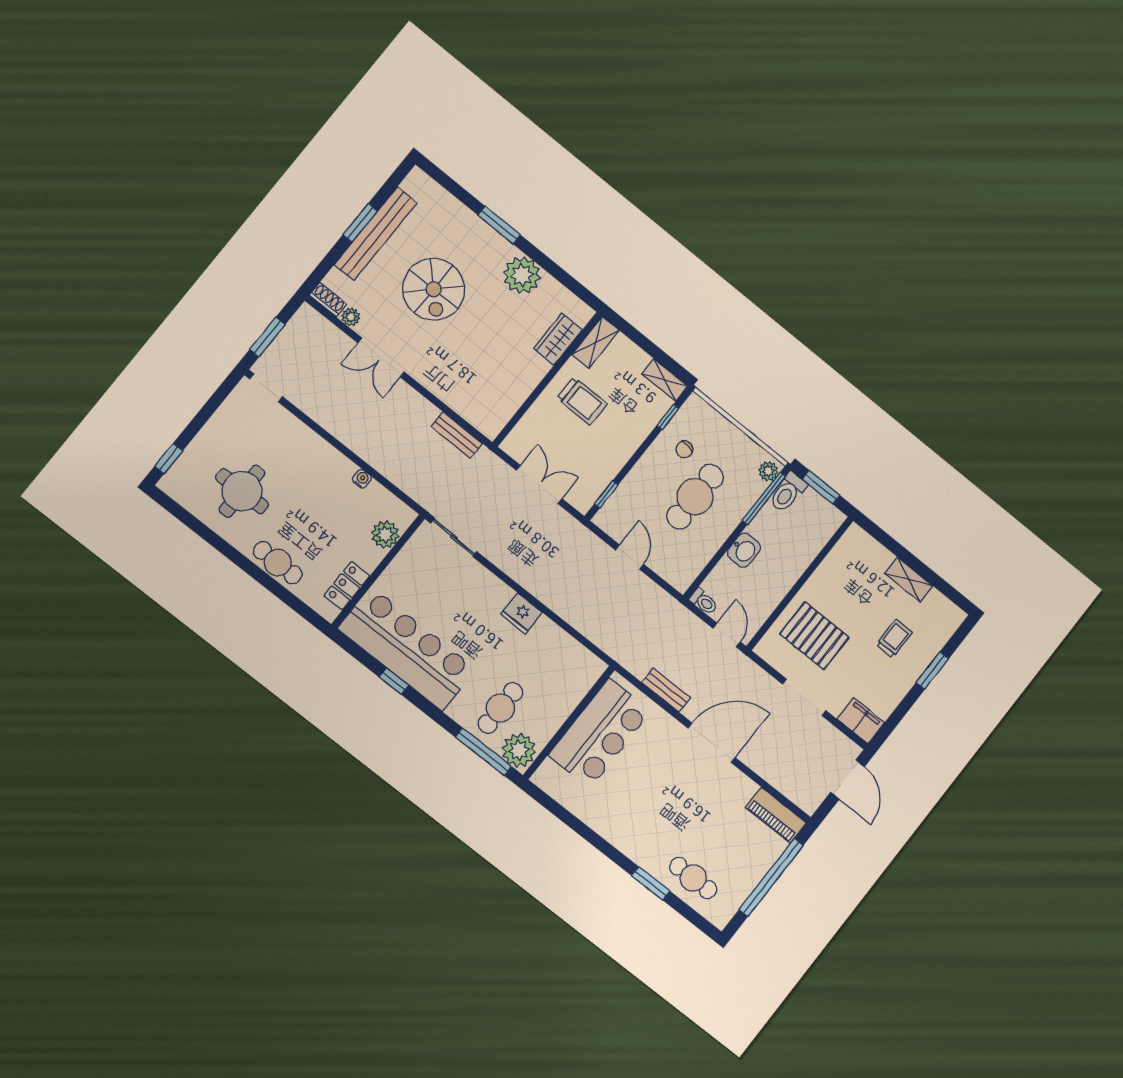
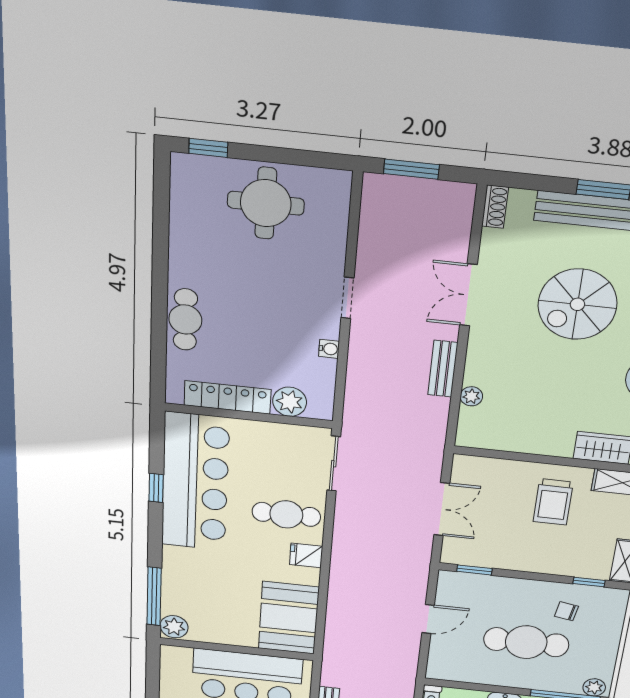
plant: (351, 317) -> (471, 396), moved
doorway: (266, 388) -> (347, 298), moved
bench: (457, 435) -> (443, 369), moved
round table: (242, 491) -> (266, 203), moved
locker: (347, 586) -> (228, 397), width x1.53
fridge: (521, 613) -> (306, 555), width x0.72
booth: (565, 662) -> (289, 618), added
cafe table: (500, 708) -> (286, 514), moved
plant: (519, 750) -> (174, 627), width x0.73, depth x0.73

